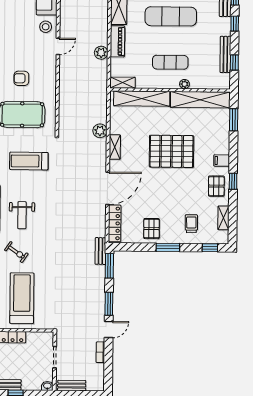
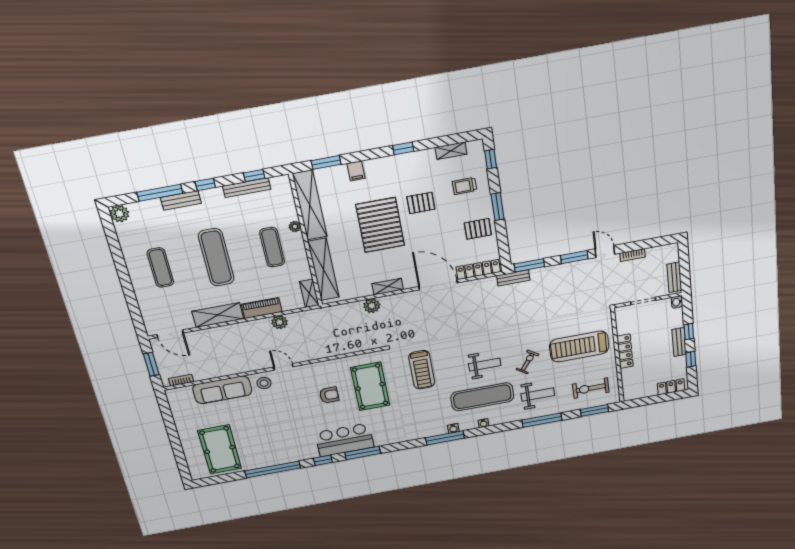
armchair: (21, 78) -> (329, 395), turned -90
filing cabinet: (222, 161) -> (356, 171), moved
pallet: (216, 186) -> (421, 203), moved

